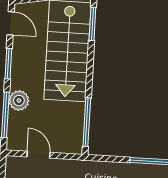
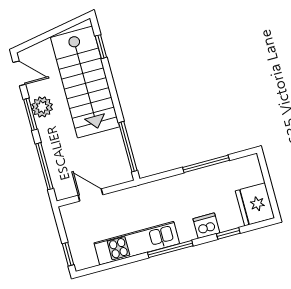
window: (92, 24) -> (101, 47), width x0.67
plant: (19, 101) -> (42, 107), moved

